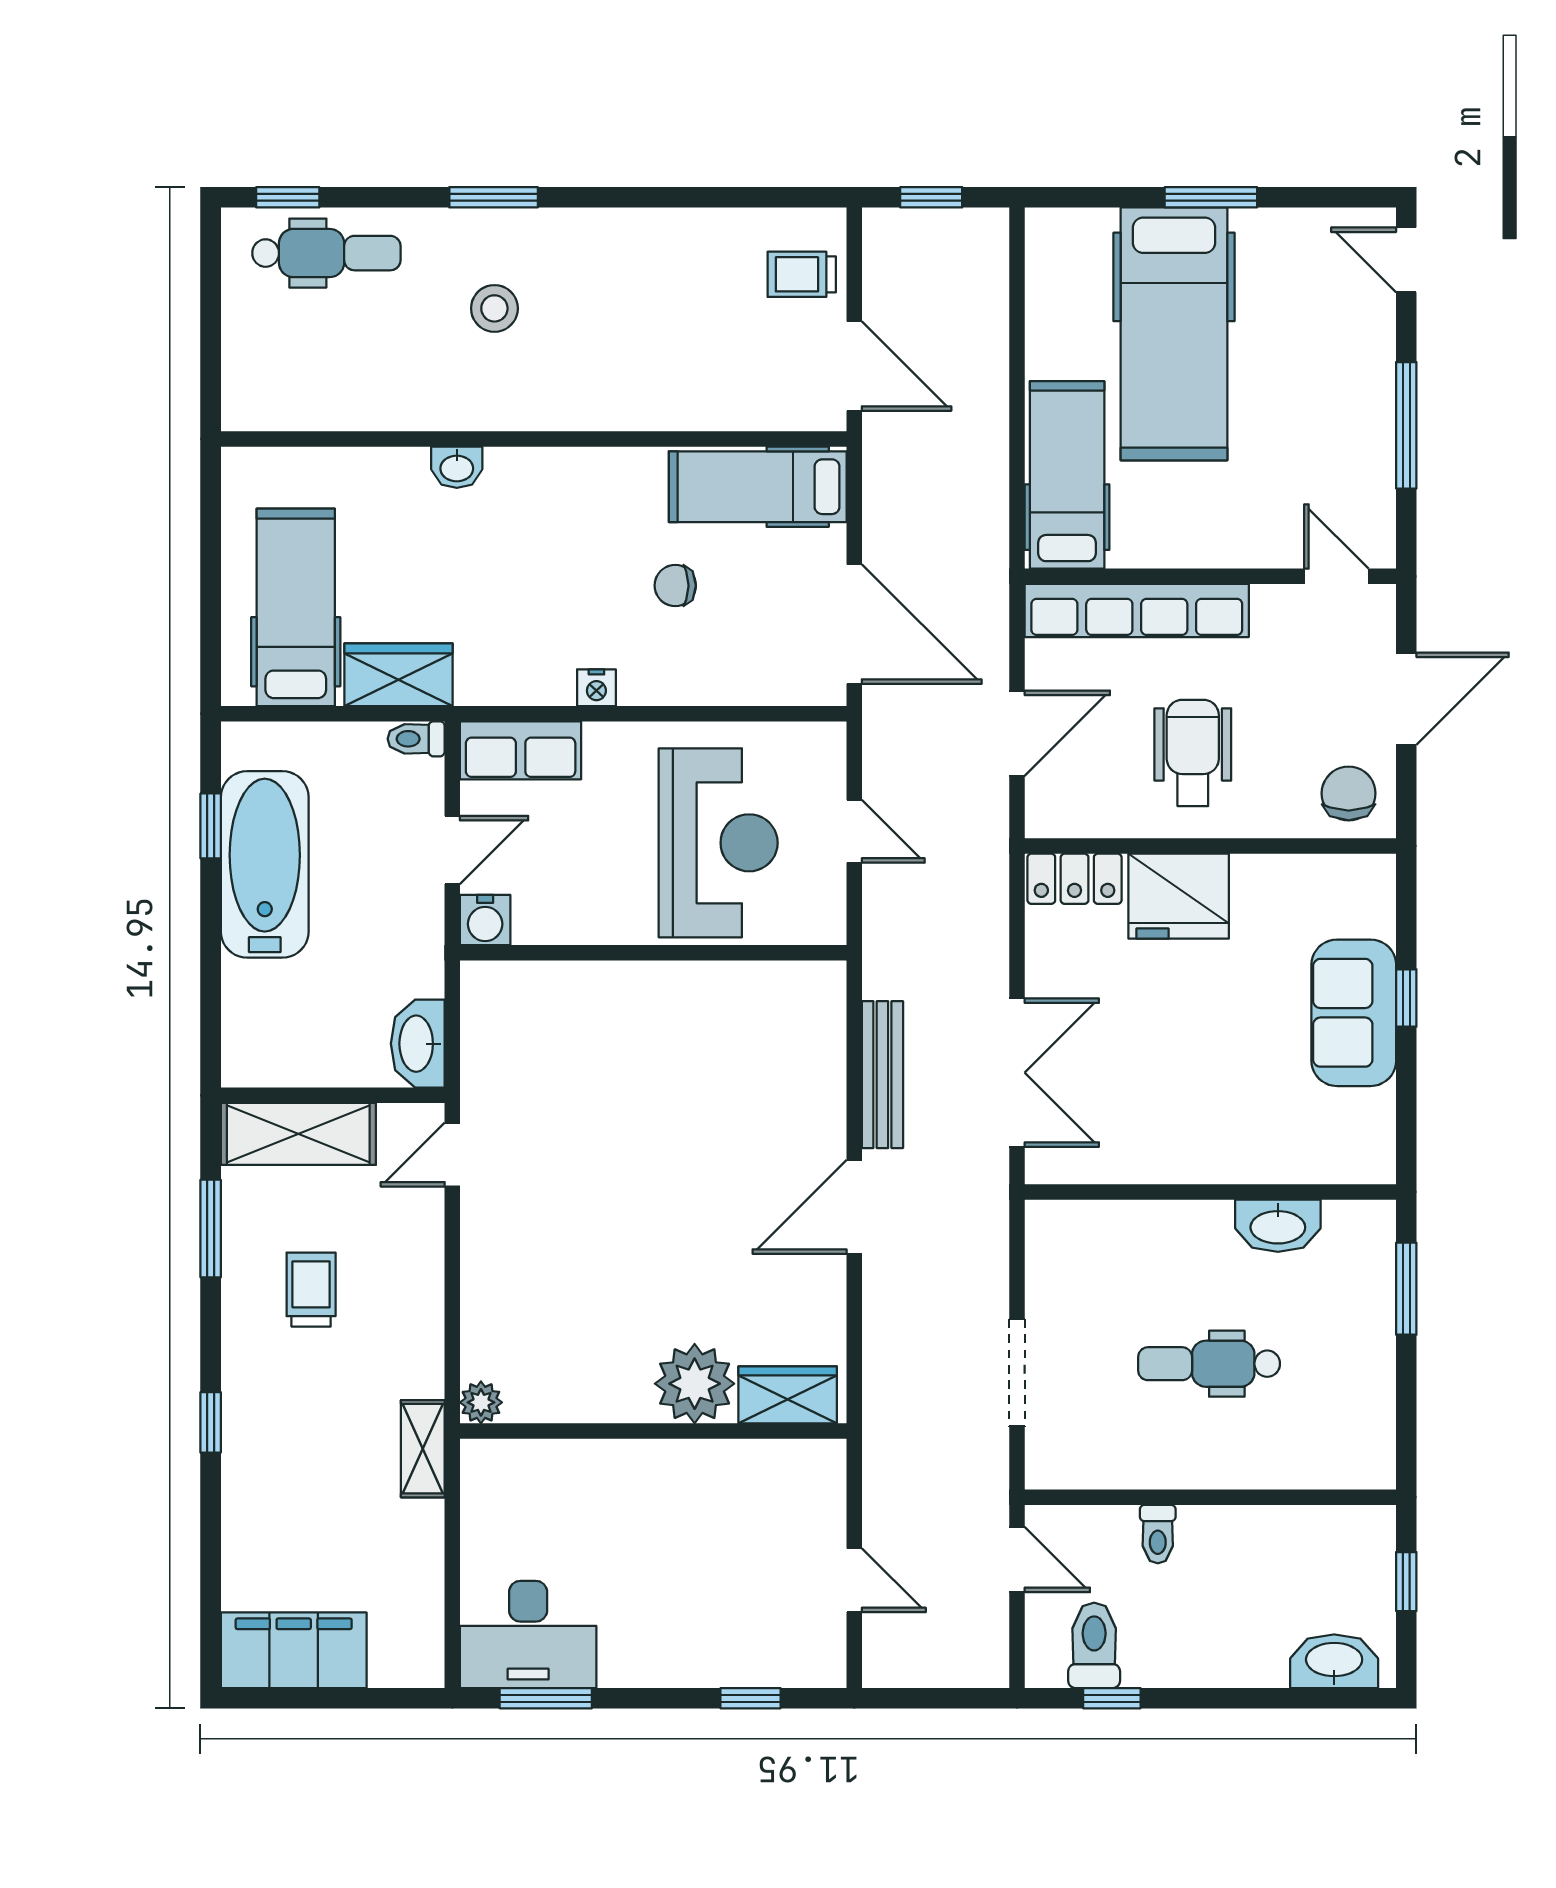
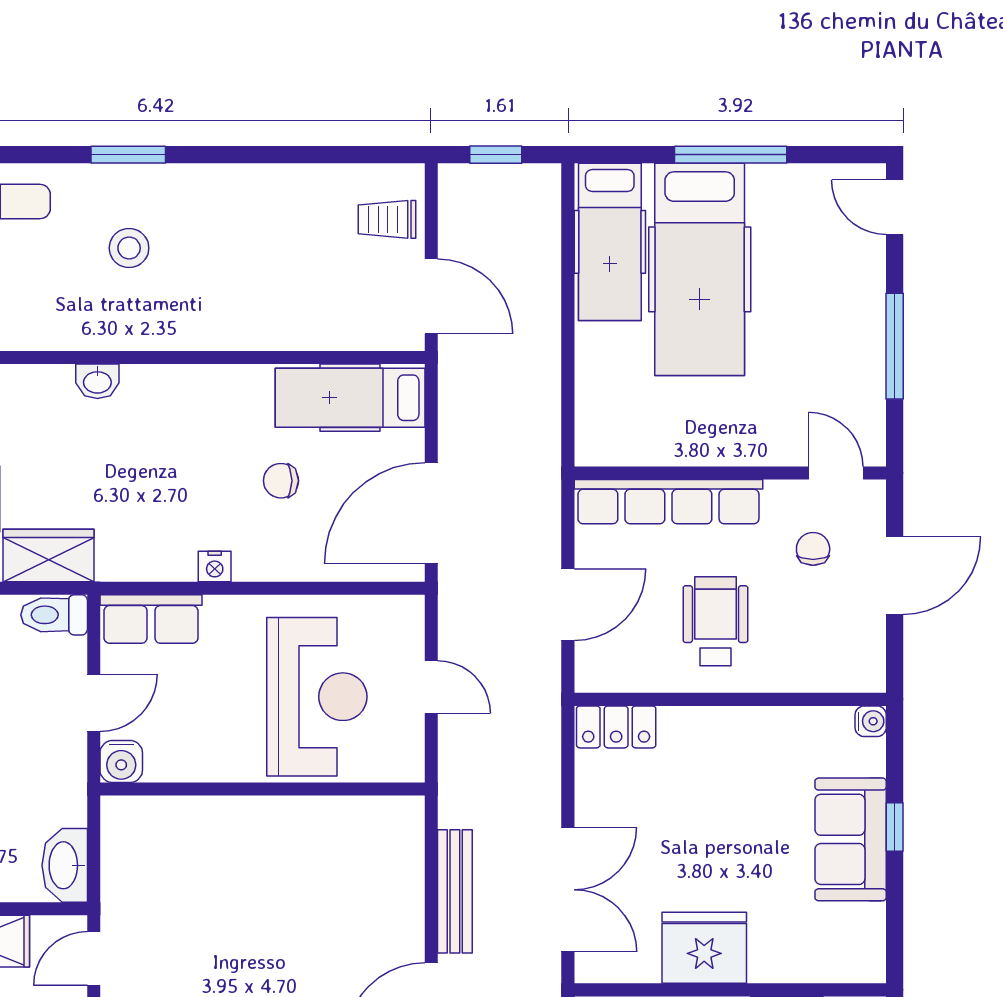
window: (1211, 197) -> (731, 155), width x1.44
hospital bed: (1067, 475) -> (610, 242), moved, turned 180
door: (854, 624) -> (431, 513), swing flipped
toilet: (416, 739) -> (54, 615), width x1.37, depth x1.39
chair: (1349, 793) -> (813, 549), moved, width x0.73, depth x0.73
water cooler: (1378, 872) -> (871, 721), added
fridge: (1179, 896) -> (704, 948), moved, turned 180

